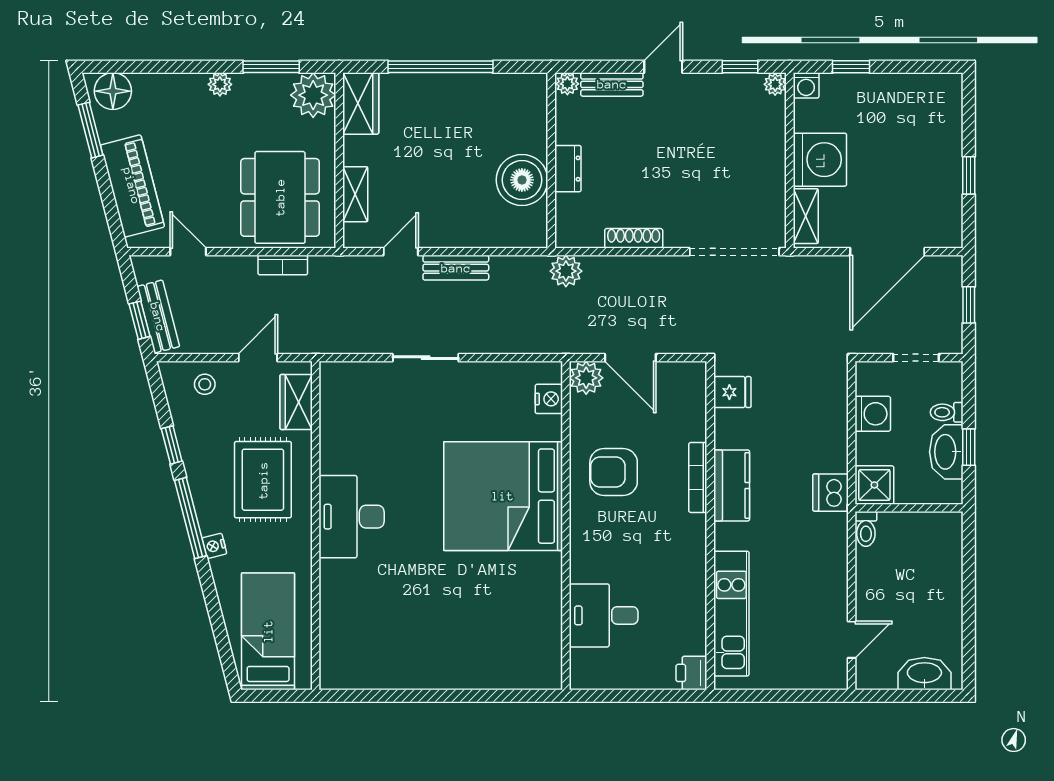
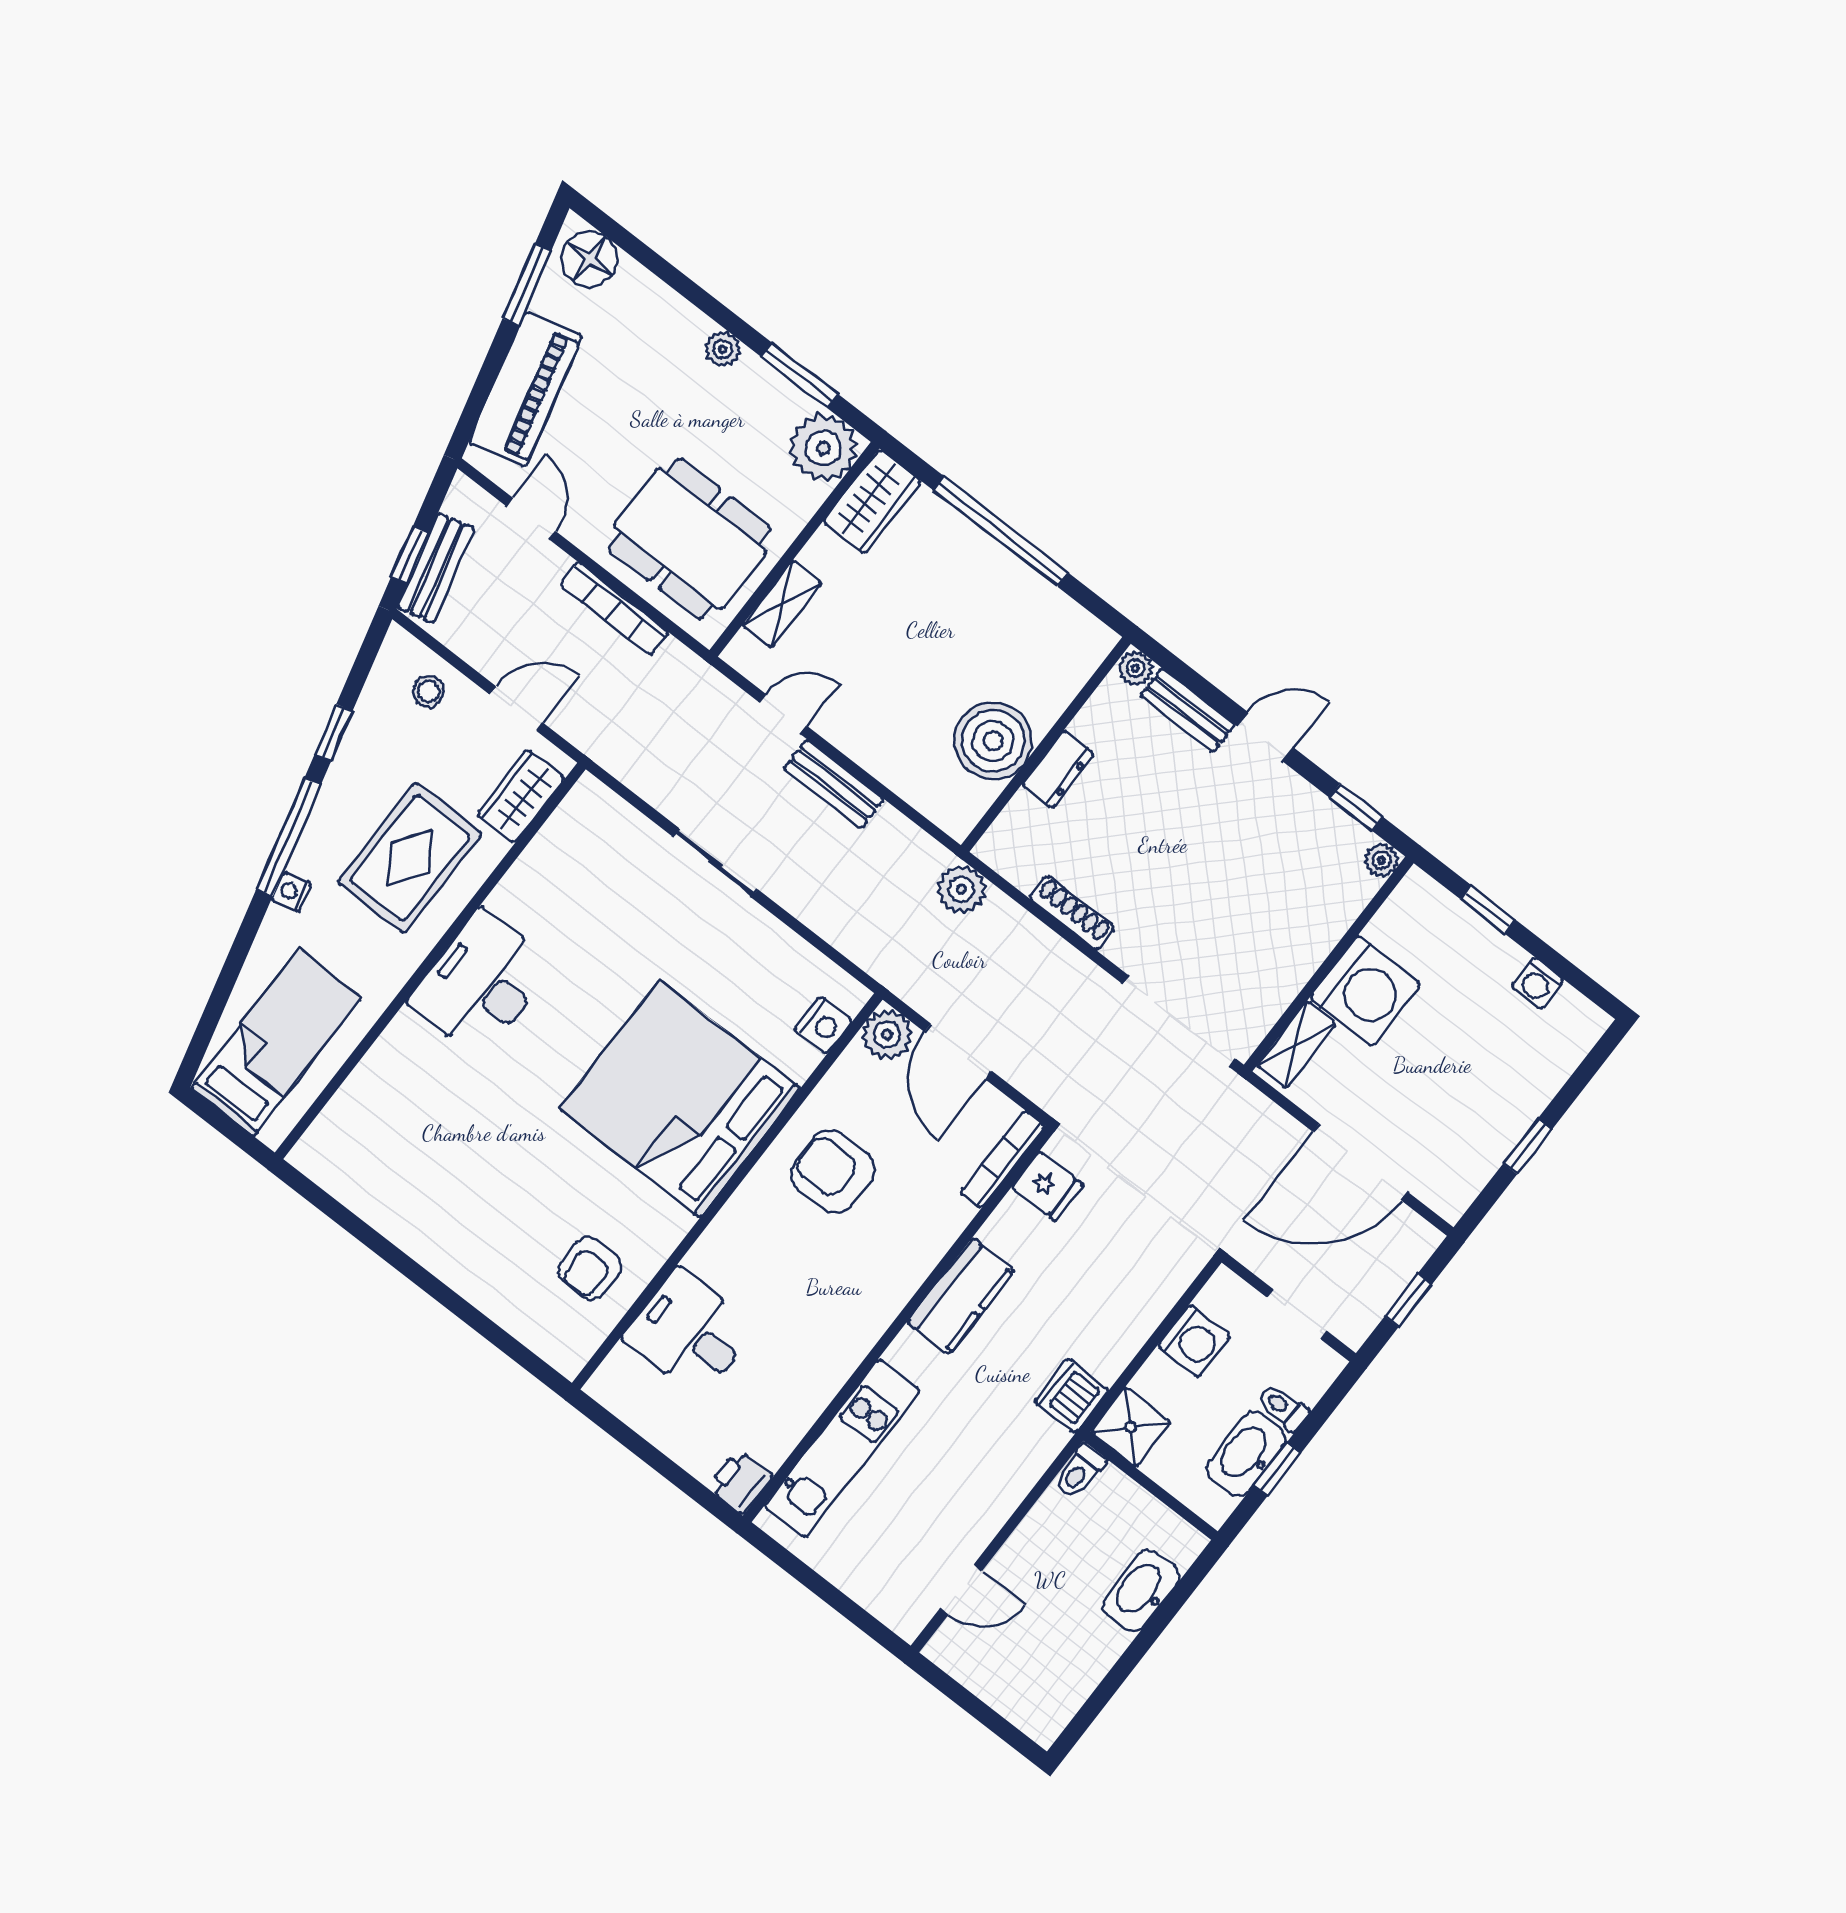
washing machine: (806, 85) -> (1537, 983), moved
dining table: (280, 197) -> (690, 539), turned 90
bookcase: (283, 265) -> (614, 609), width x1.56
bookcase: (698, 477) -> (1003, 1159), moved
armchair: (525, 622) -> (590, 1268), added
washbasin: (924, 674) -> (1141, 1591), moved, turned -90

